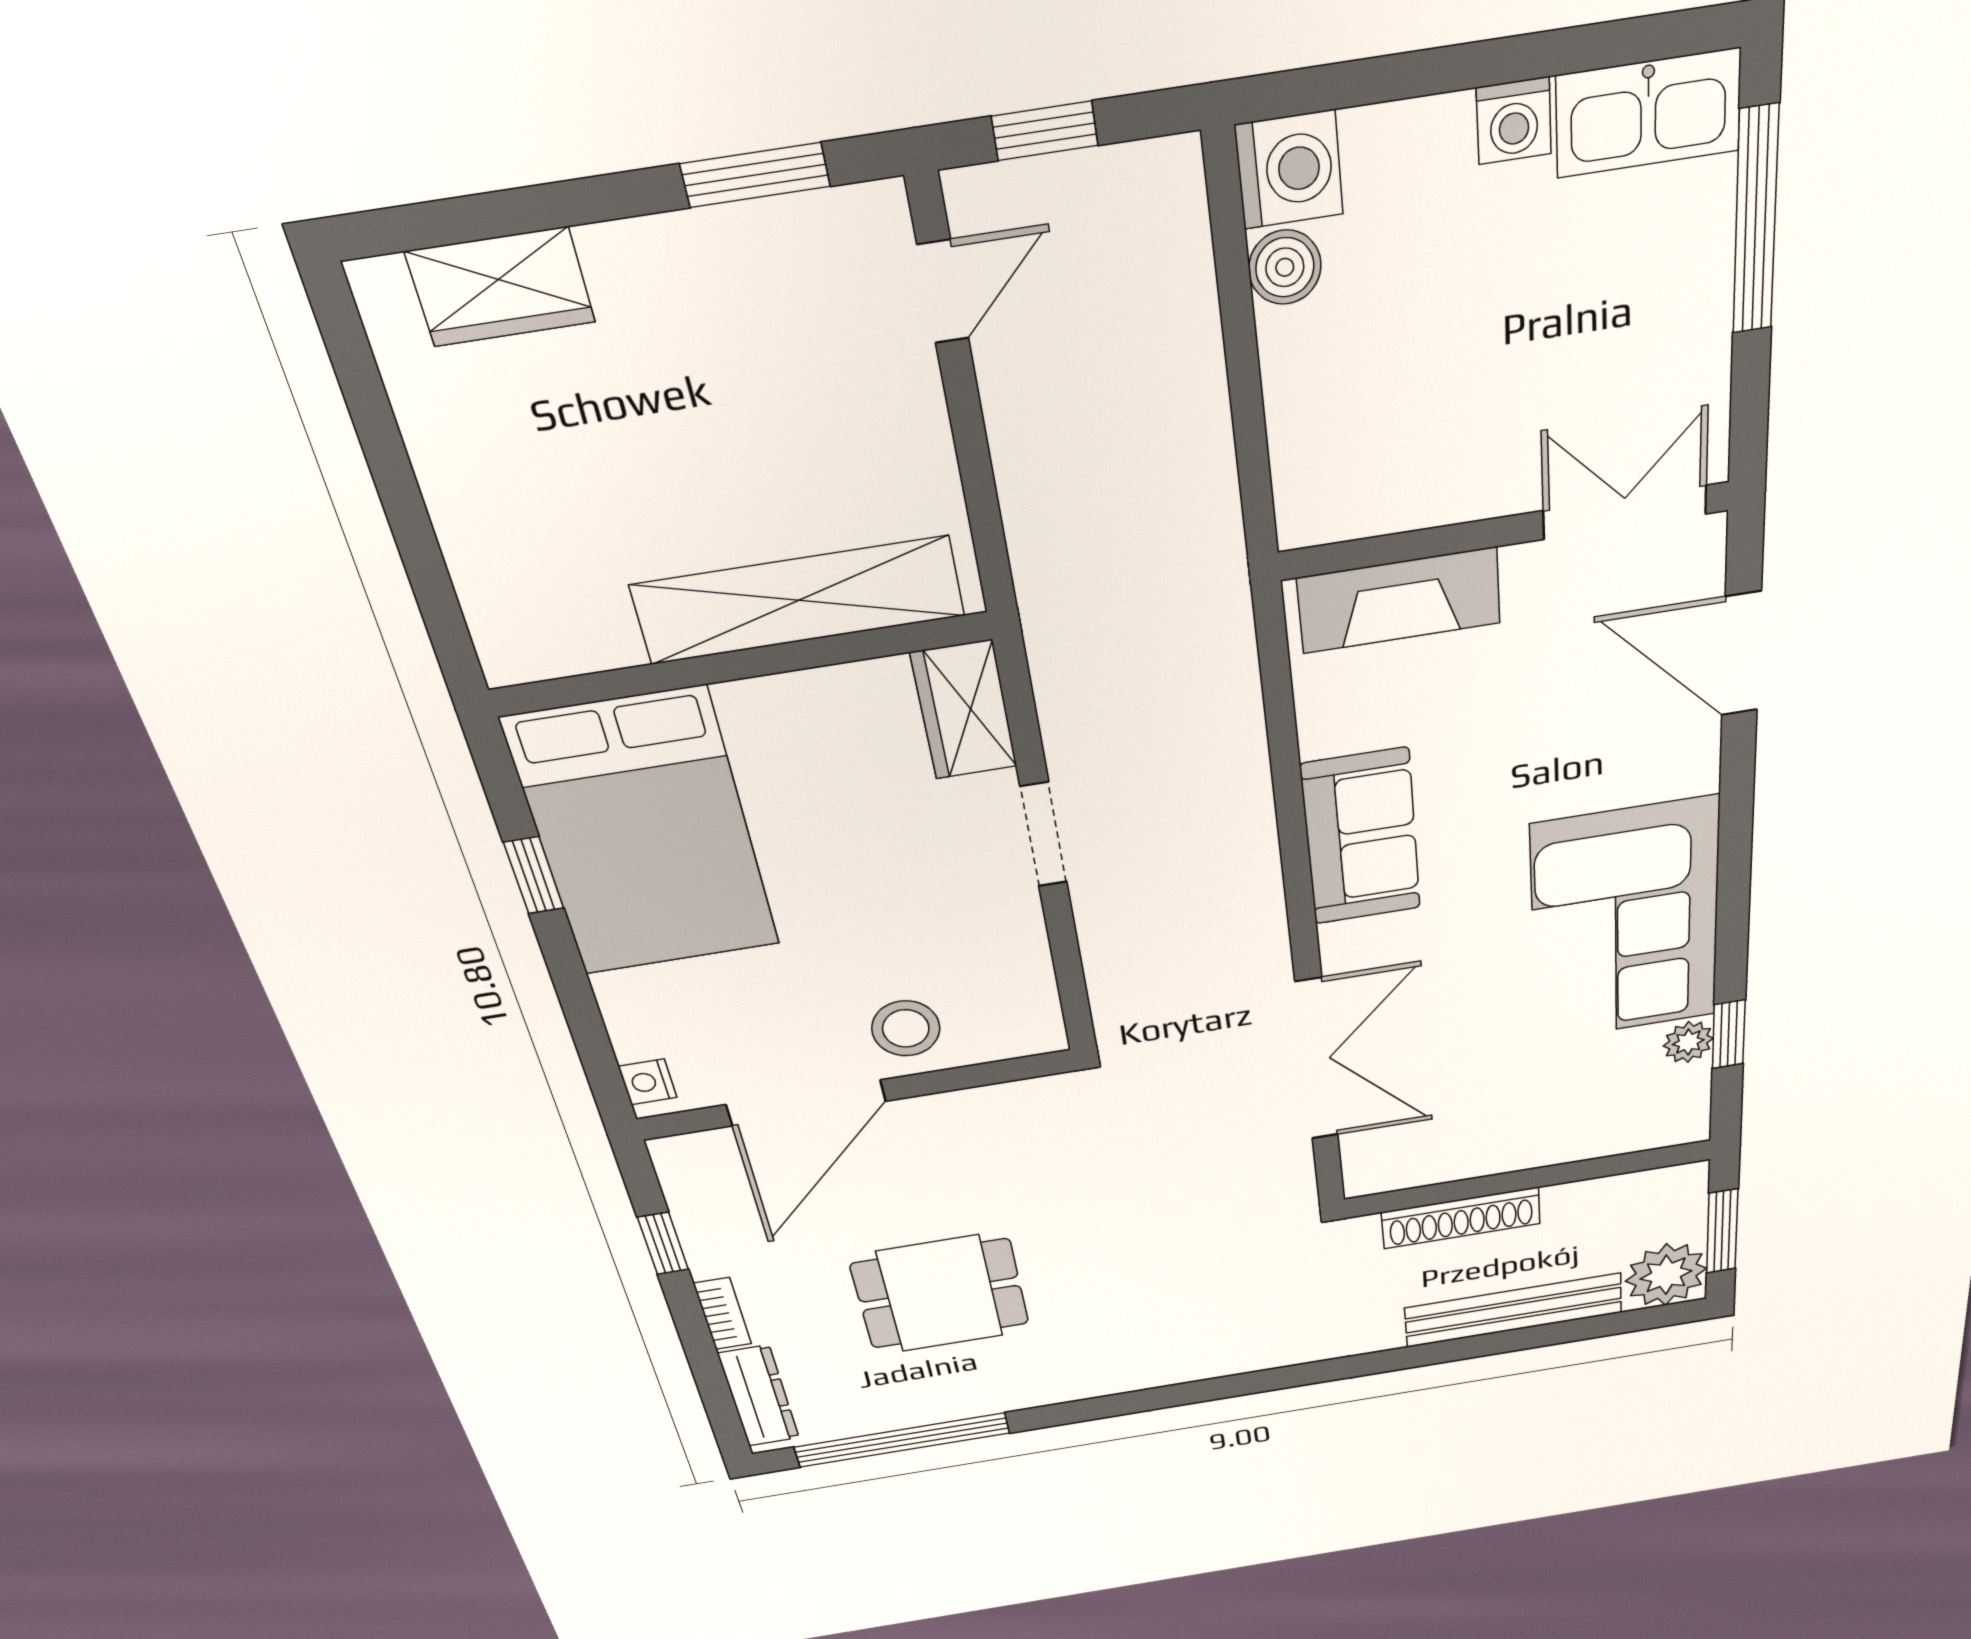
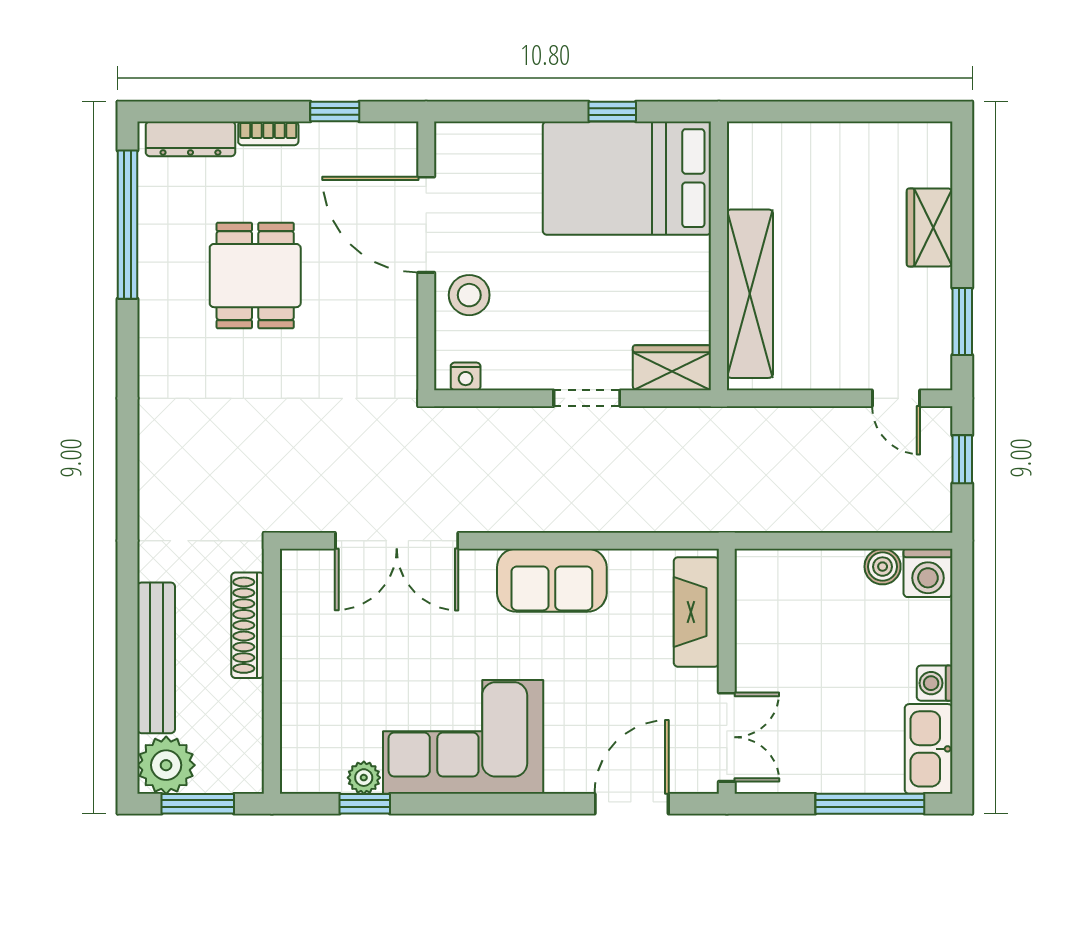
wardrobe: (501, 287) -> (930, 227), moved
nightstand: (648, 1082) -> (466, 376), moved, turned 180

